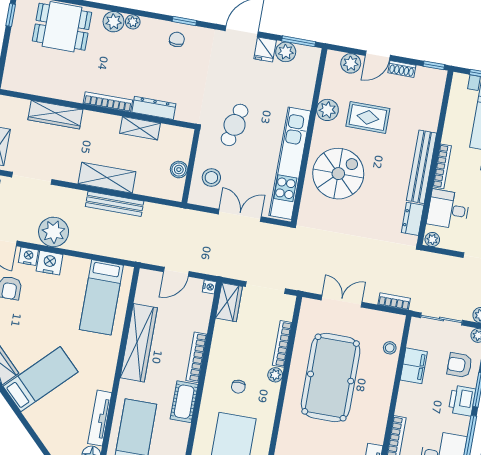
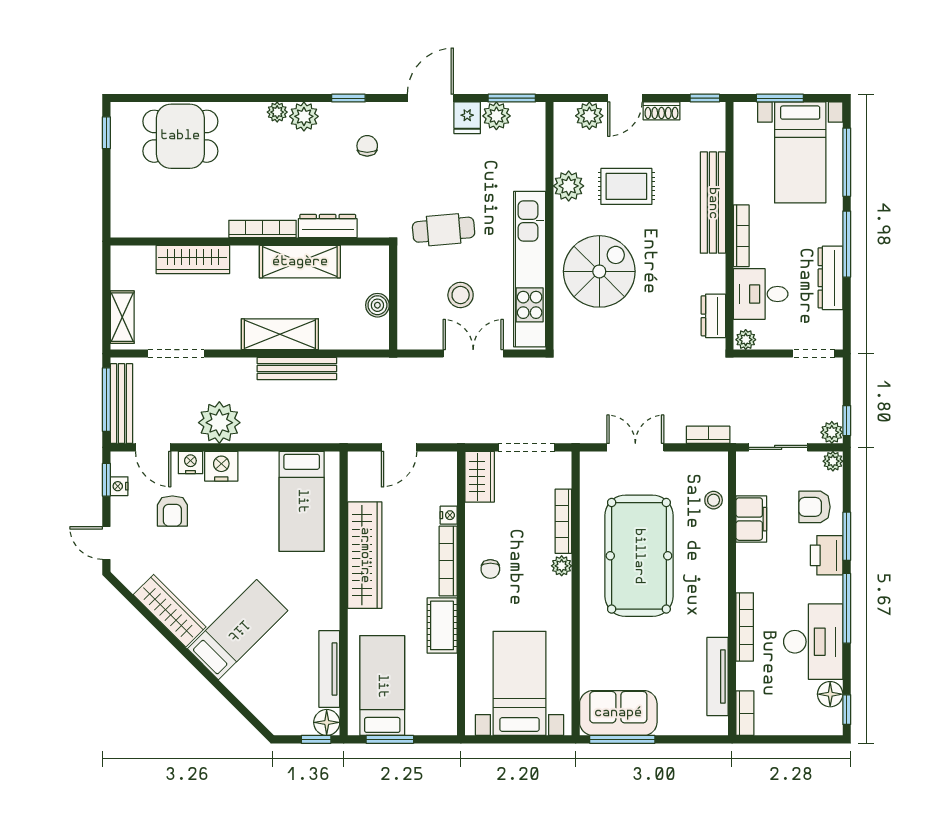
plant: (113, 22) -> (304, 116), moved
chair: (177, 39) -> (367, 146), moved
cafe table: (235, 125) -> (444, 230), turned 72
shelving: (140, 128) -> (300, 262), width x1.50, depth x1.33
bench: (422, 167) -> (713, 203), moved
stool: (211, 178) -> (461, 295), moved
nightstand: (209, 287) -> (449, 515), moved
chair: (238, 387) -> (490, 569), moved

